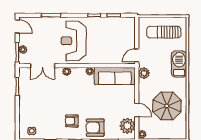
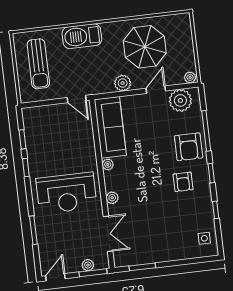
plant: (144, 73) -> (123, 83), moved

